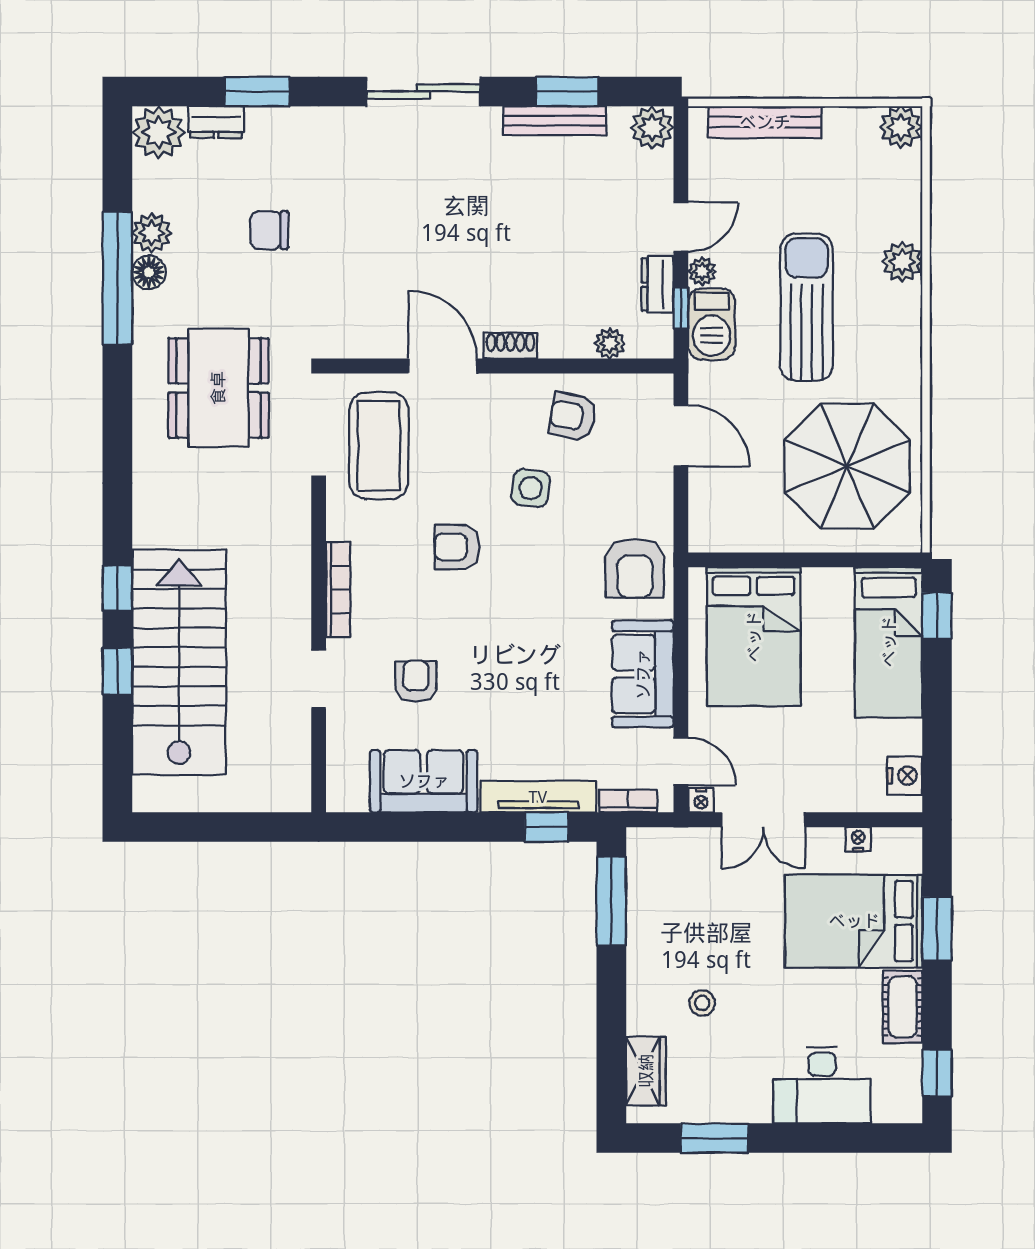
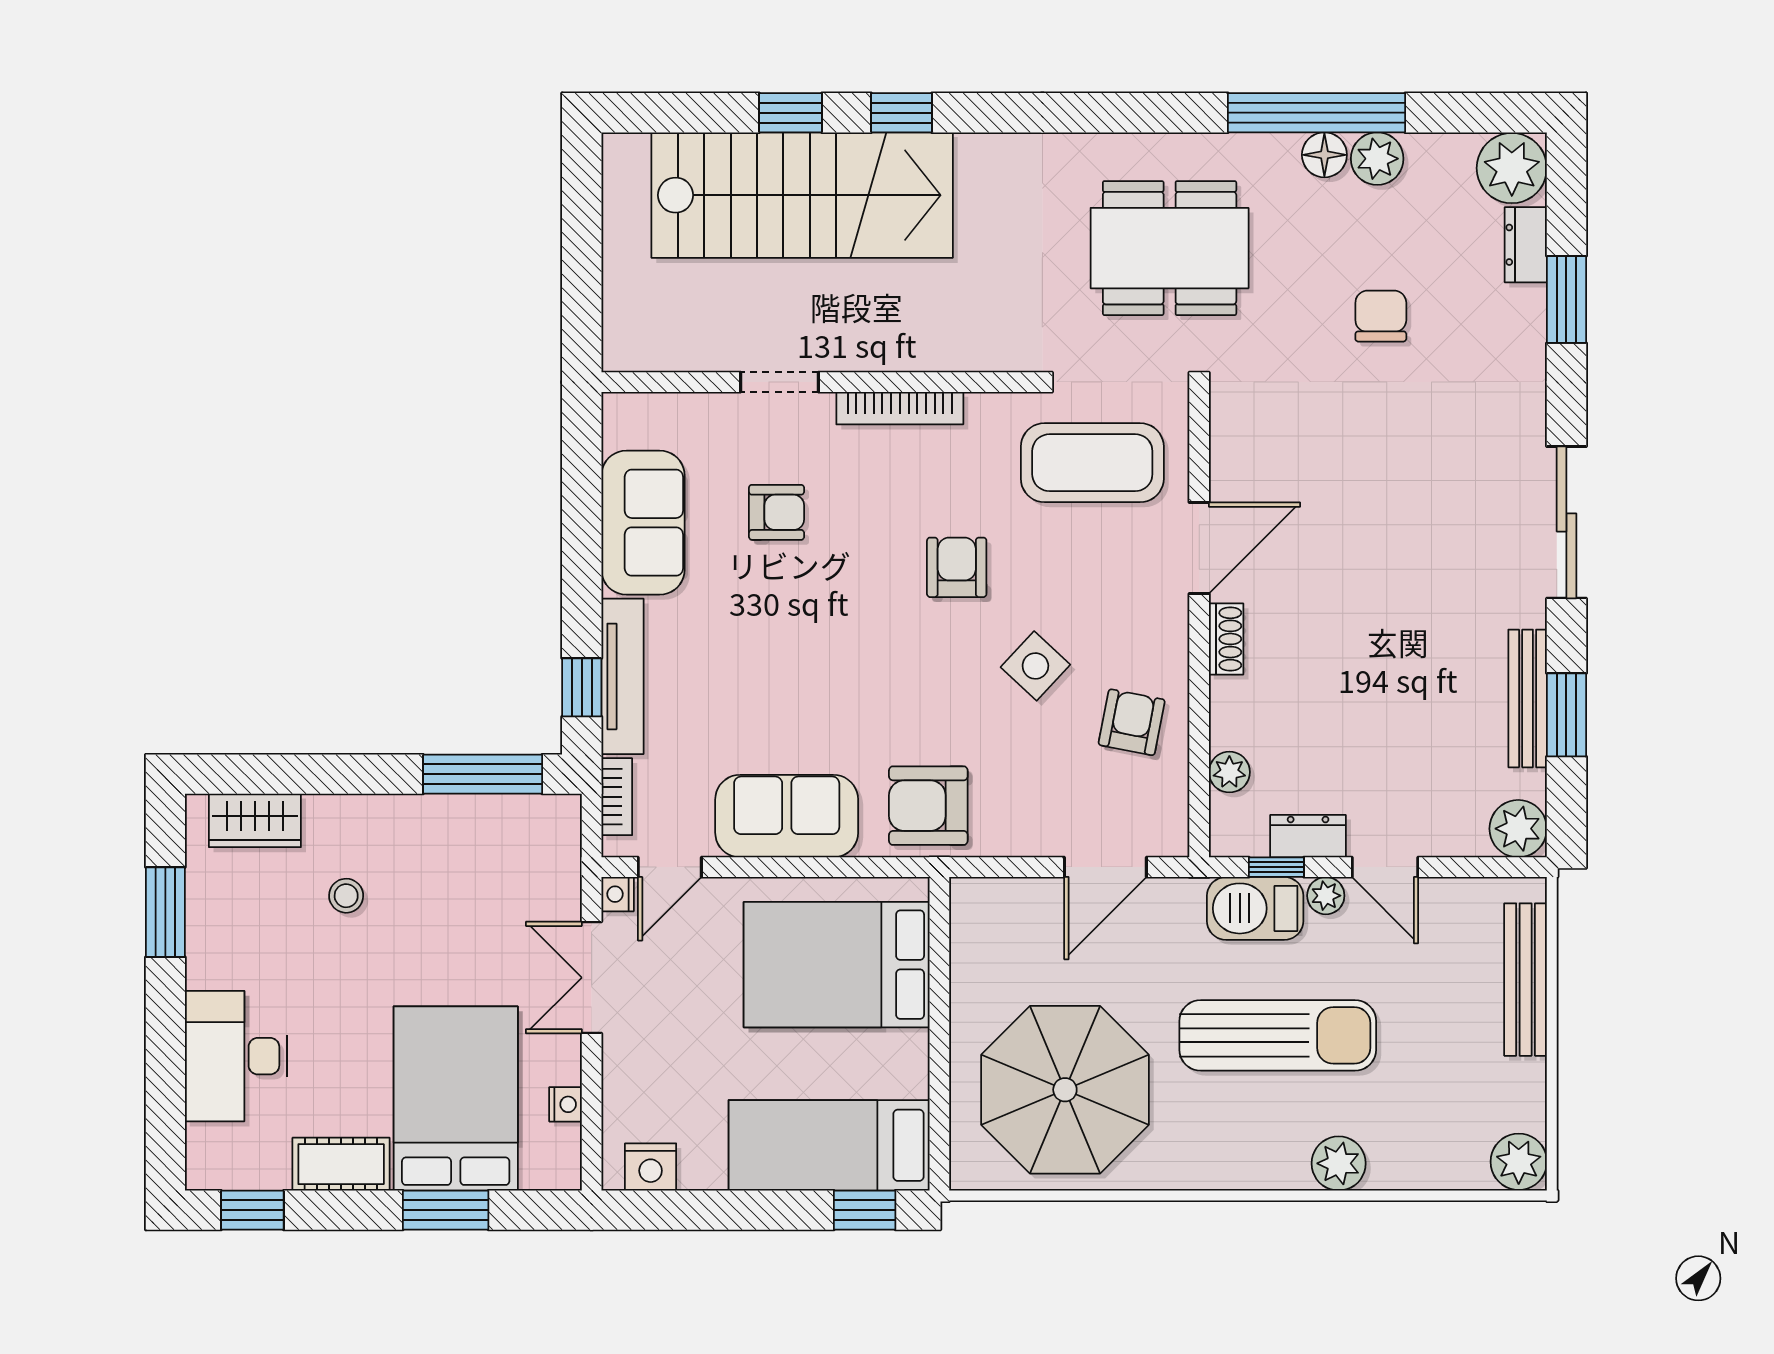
side table: (531, 488) -> (1035, 666), turned 36

